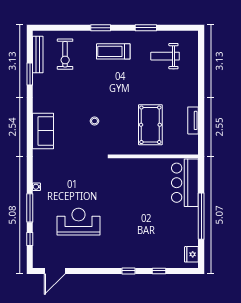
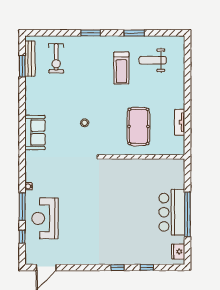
treadmill: (113, 51) -> (121, 68), moved, turned -90
window: (30, 74) -> (22, 66), moved
bar counter: (185, 183) -> (172, 212), moved
reception desk: (79, 222) -> (45, 218), moved, turned -90

